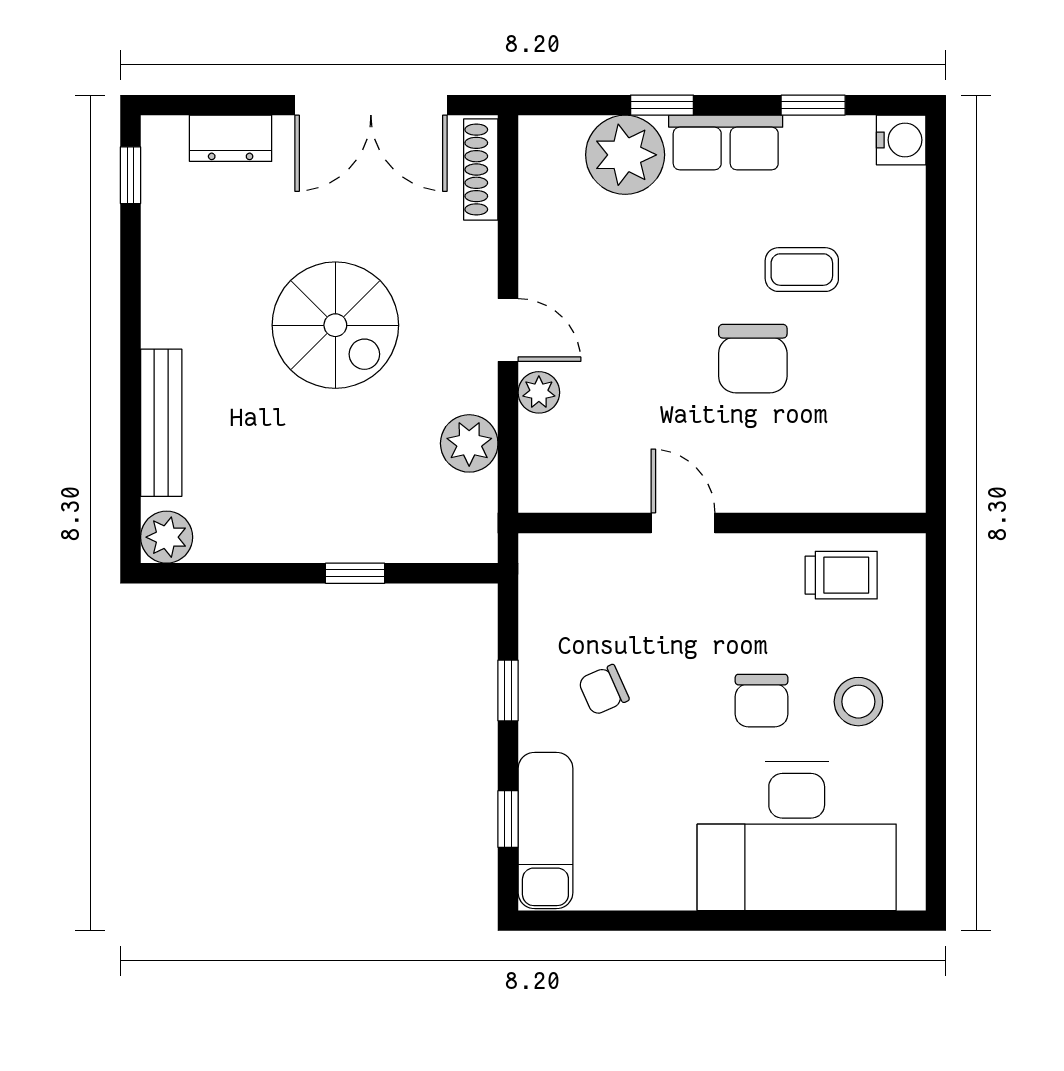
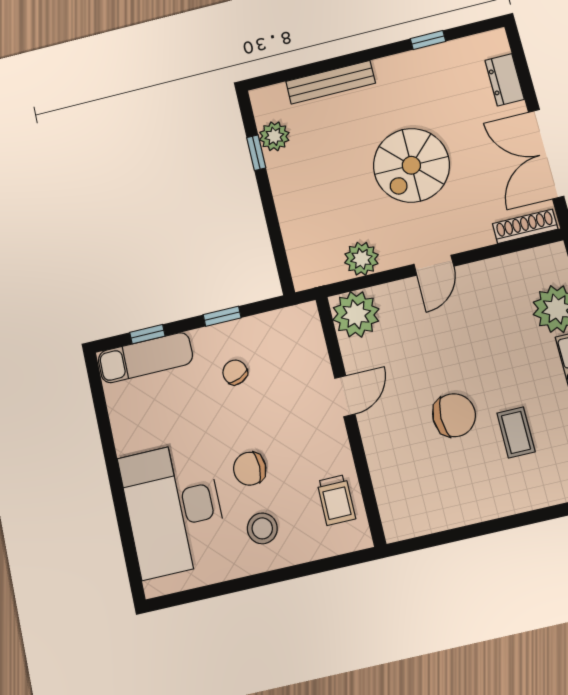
window: (131, 175) -> (428, 40), moved
chair: (753, 359) -> (454, 415), turned 180
plant: (539, 392) -> (356, 314), moved, width x1.88, depth x1.88
plant: (167, 537) -> (274, 136), moved
window: (355, 573) -> (256, 153), moved

